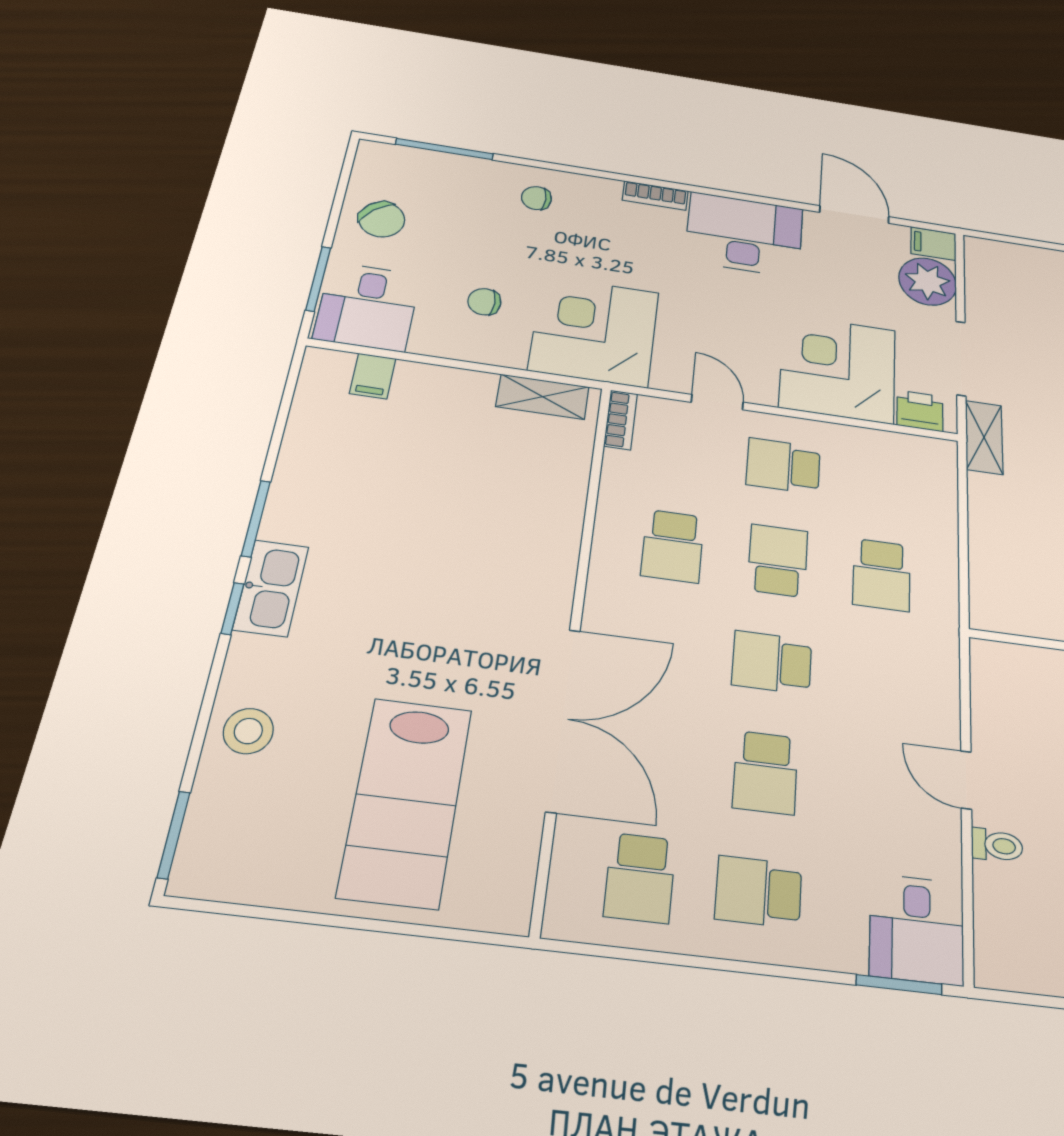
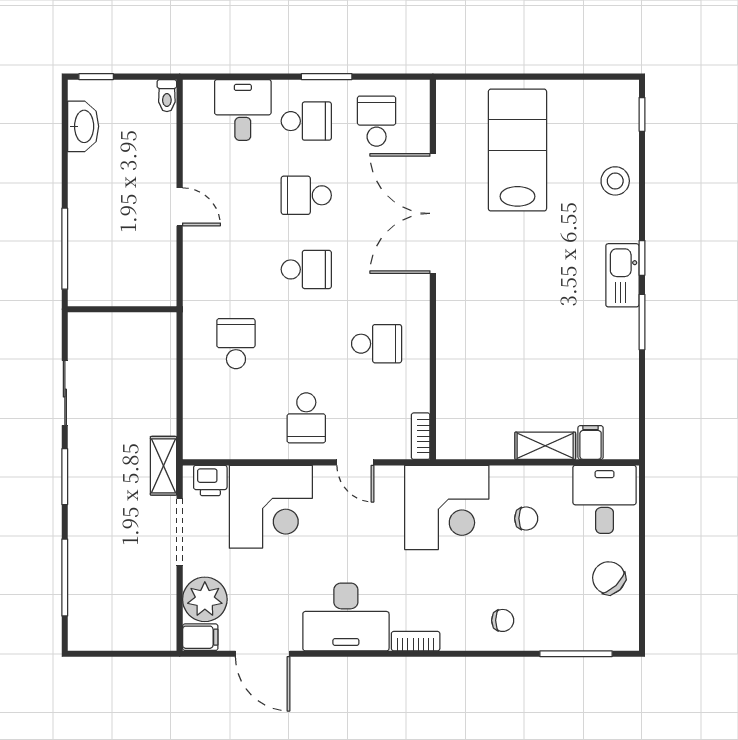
window: (318, 279) -> (642, 517), removed
shelving: (543, 397) -> (545, 446), moved
school desk: (783, 466) -> (306, 418), turned 90
school desk: (673, 546) -> (377, 344), turned 90
school desk: (778, 560) -> (306, 344), removed
school desk: (765, 772) -> (306, 195), turned -90
window: (174, 835) -> (642, 114), width x0.67
toilet: (997, 845) -> (167, 96), moved, turned -90
desk: (917, 929) -> (243, 110), moved
window: (899, 985) -> (327, 77), moved

